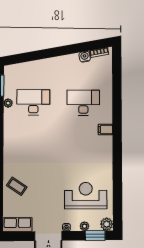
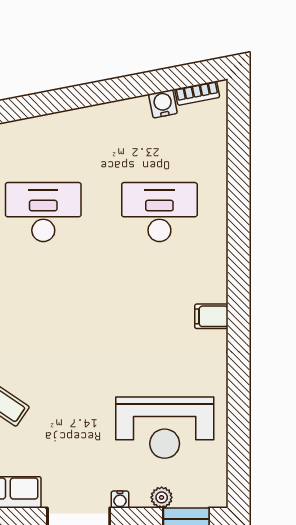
filing cabinet: (105, 129) -> (211, 316), moved
reception desk: (86, 196) -> (165, 428), turned 180
plant: (107, 224) -> (213, 493), removed

